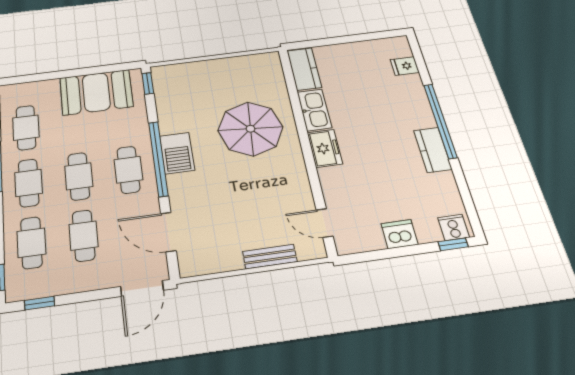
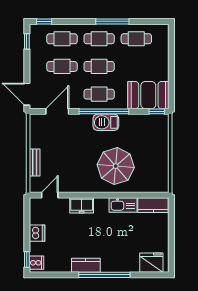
fridge: (405, 66) -> (151, 263), width x1.88, depth x1.34
booth: (96, 92) -> (148, 95), moved, turned 90
freezer: (325, 148) -> (82, 205), moved

